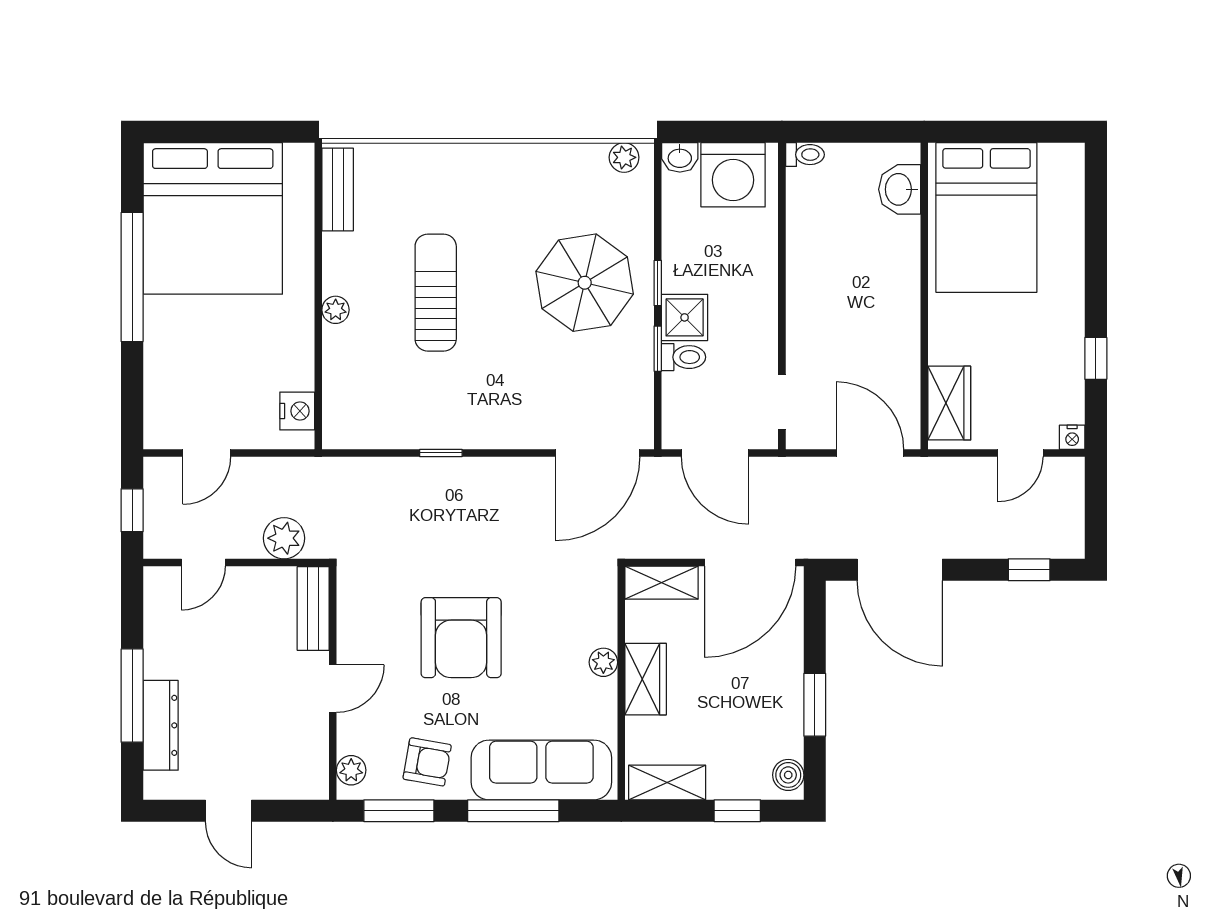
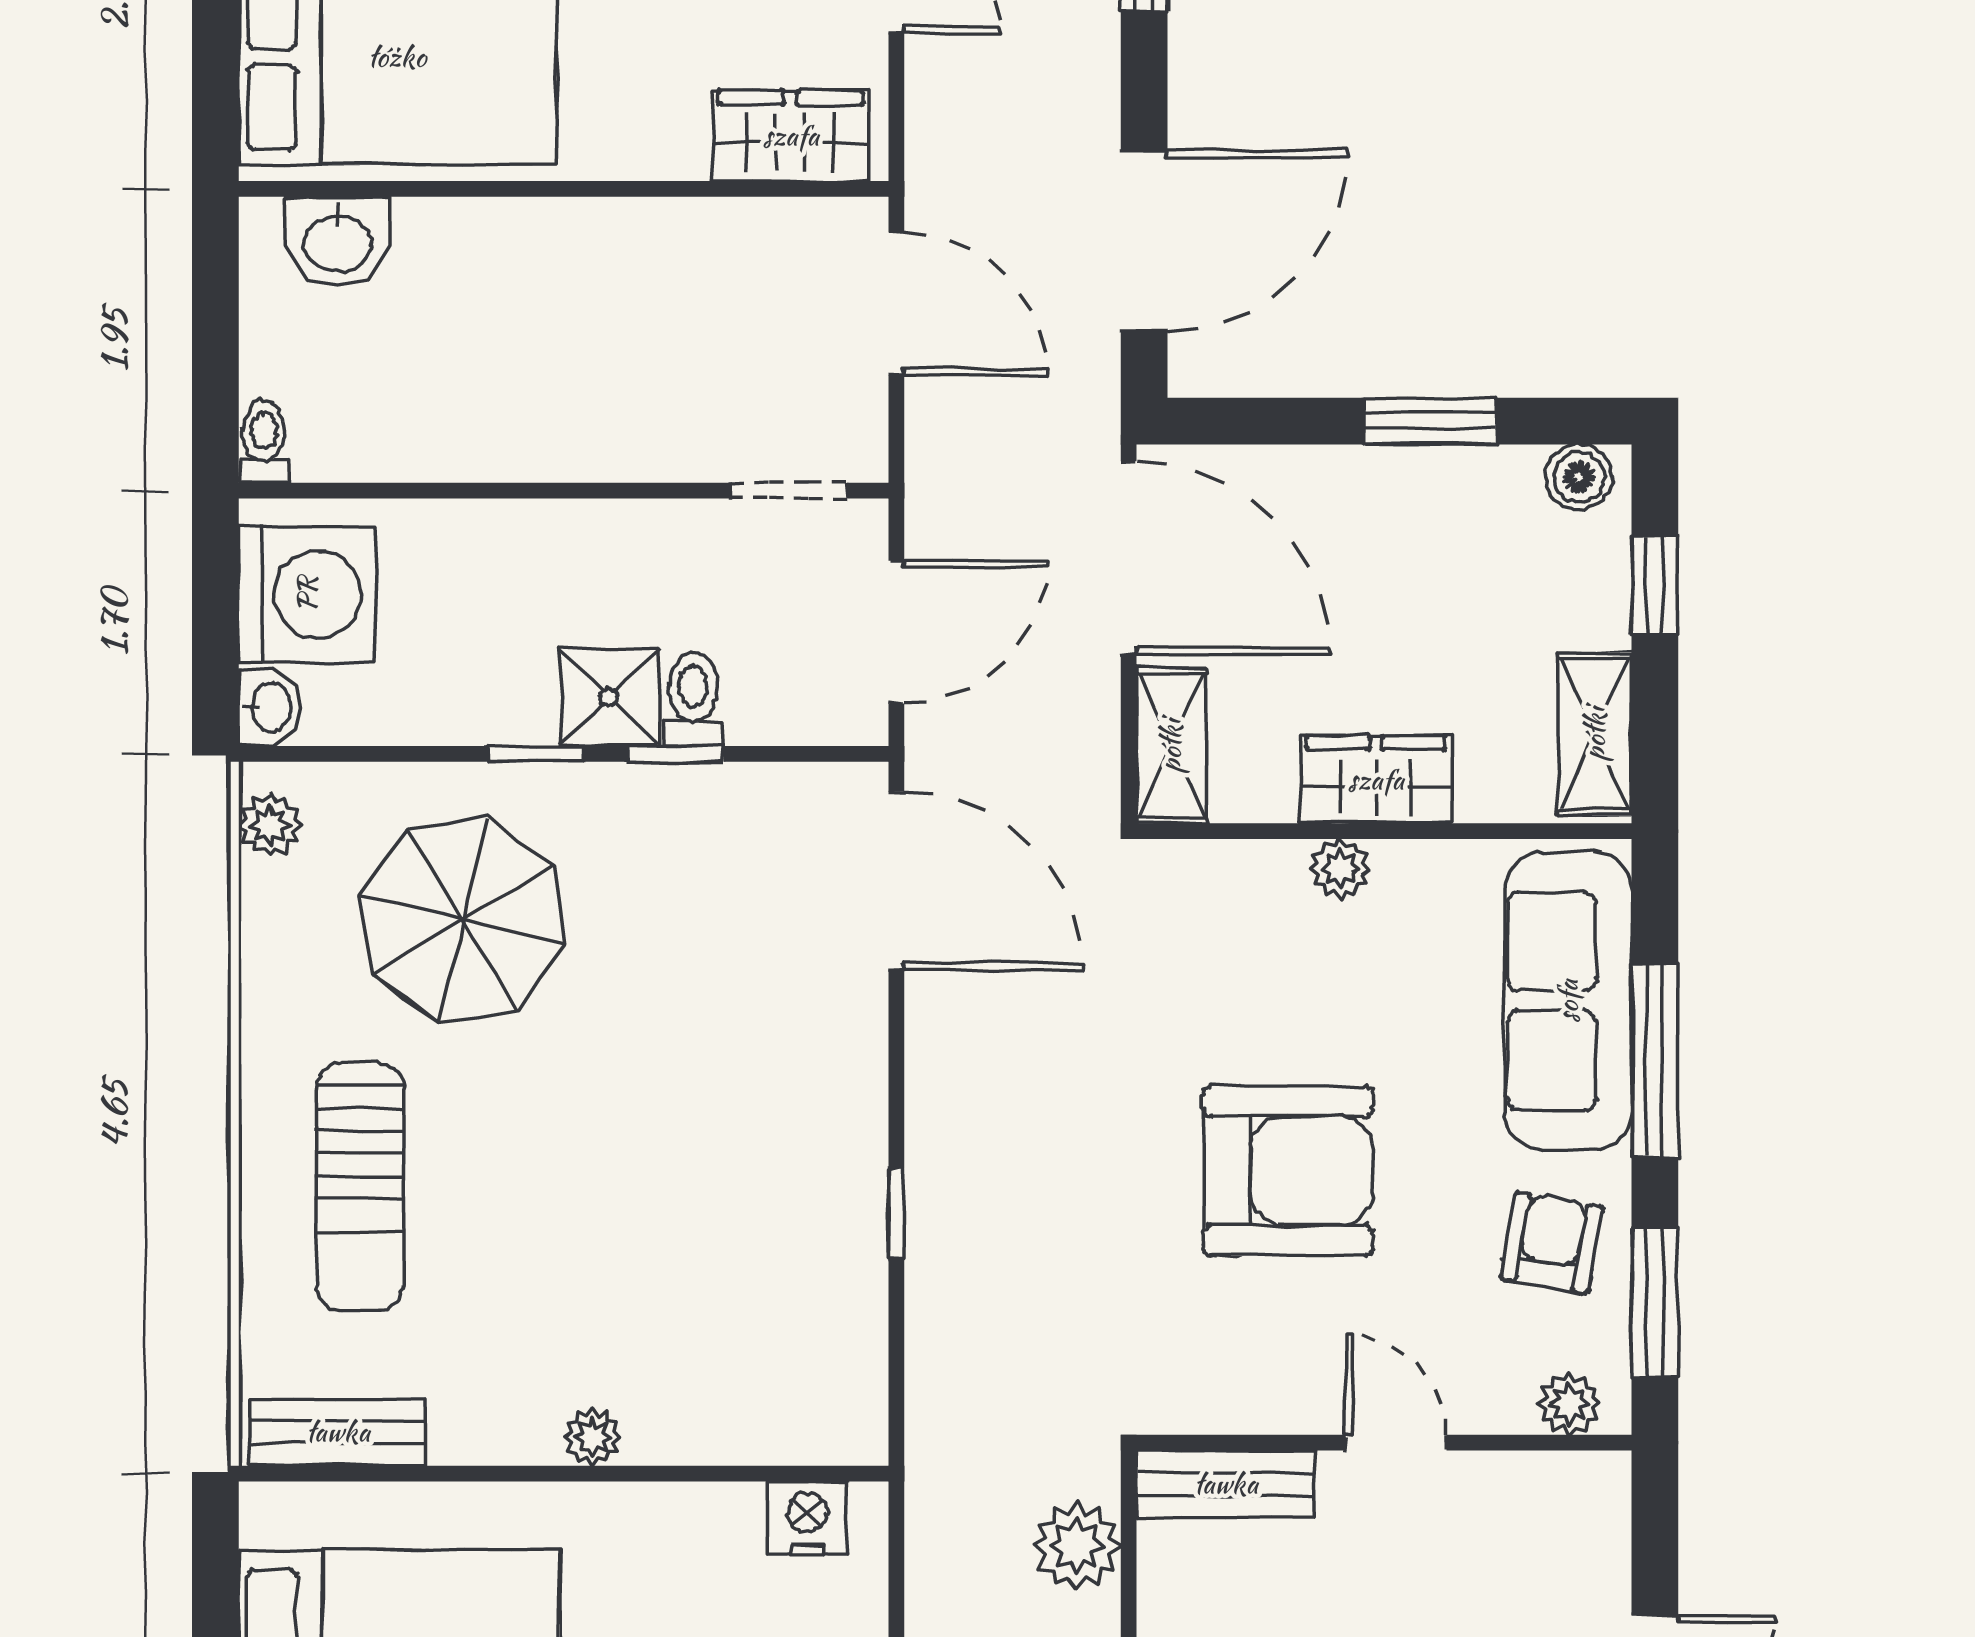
parasol: (585, 283) -> (462, 920), moved
sun lounger: (436, 293) -> (360, 1187), moved, turned -90
door: (870, 453) -> (896, 304), swing flipped

